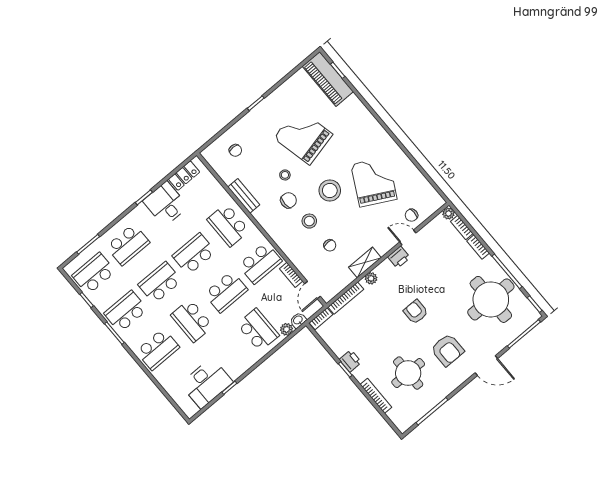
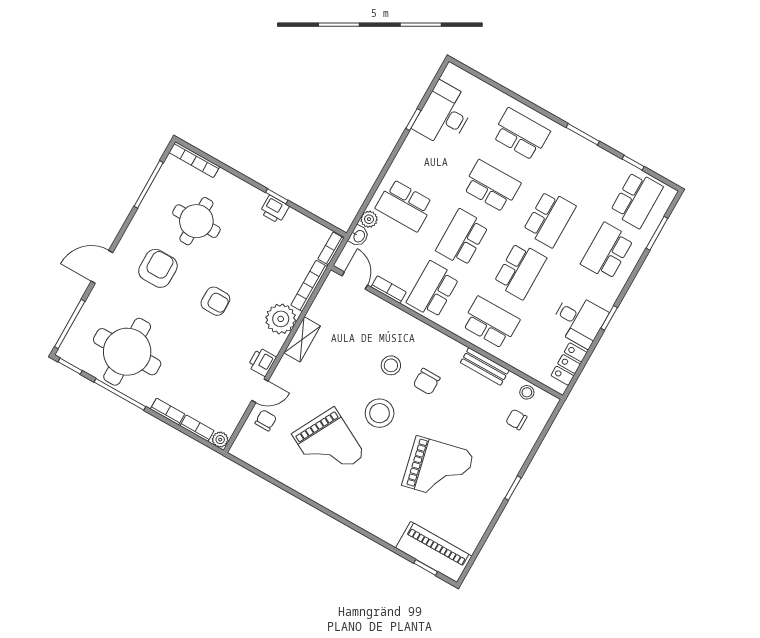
stool: (285, 175) -> (527, 392), moved
chair: (330, 245) -> (354, 345), removed
plant: (371, 278) -> (281, 319), width x1.87, depth x1.87
school desk: (126, 311) -> (579, 167), removed
school desk: (158, 349) -> (521, 134), turned 90
armchair: (447, 350) -> (158, 268), turned 90
bookcase: (376, 396) -> (194, 160), moved

